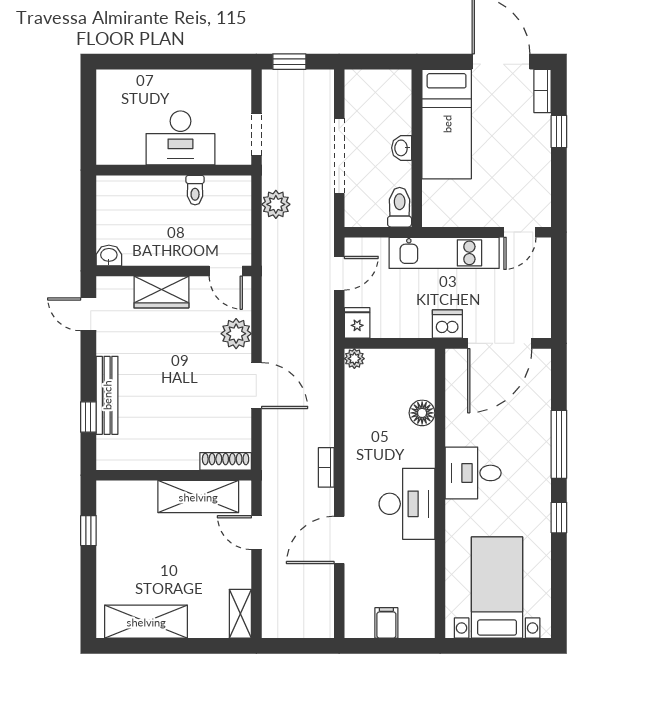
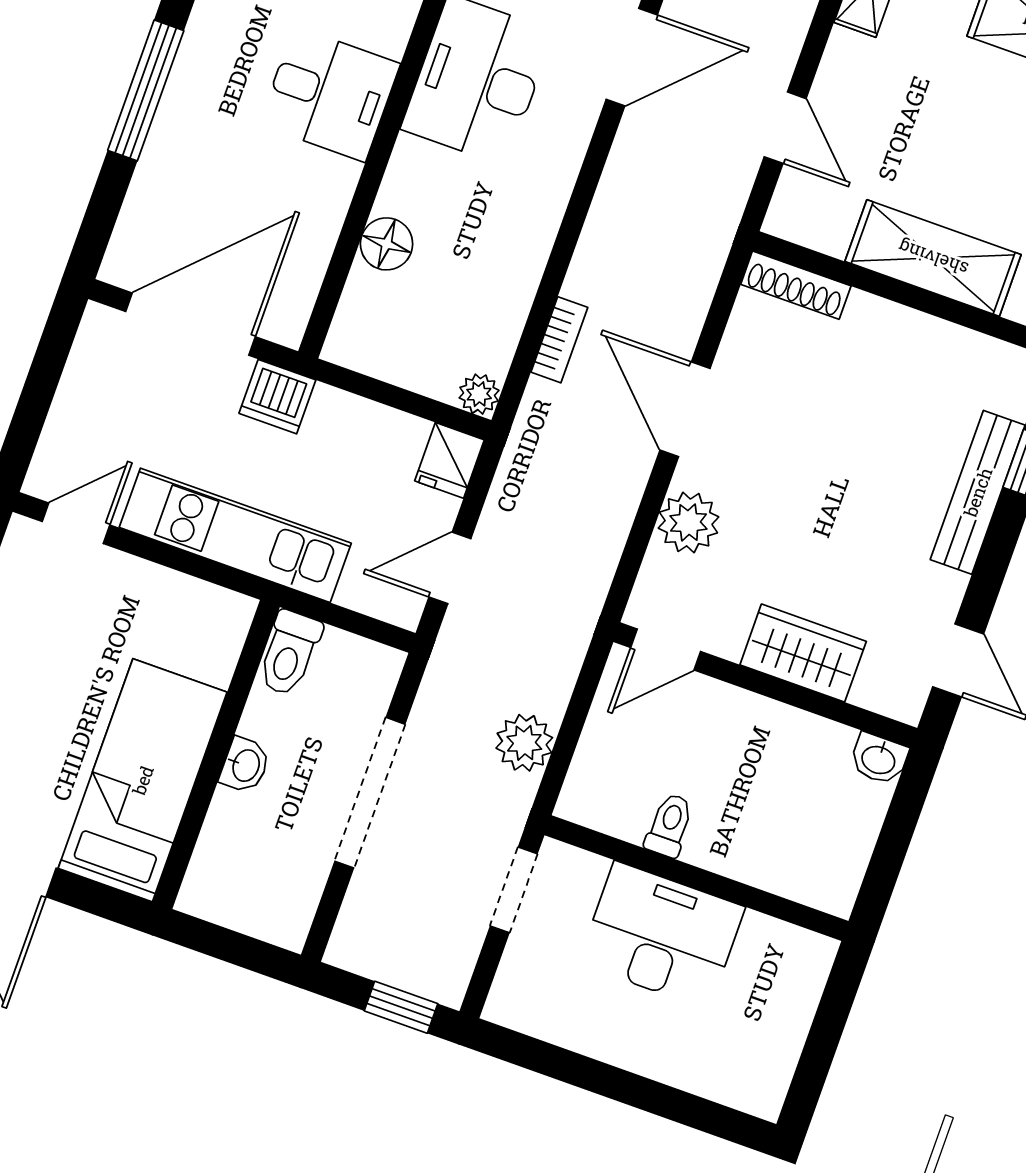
door: (226, 271) -> (666, 650), swing flipped
bookcase: (326, 467) -> (559, 340), moved
shelving: (198, 497) -> (933, 258), moved

